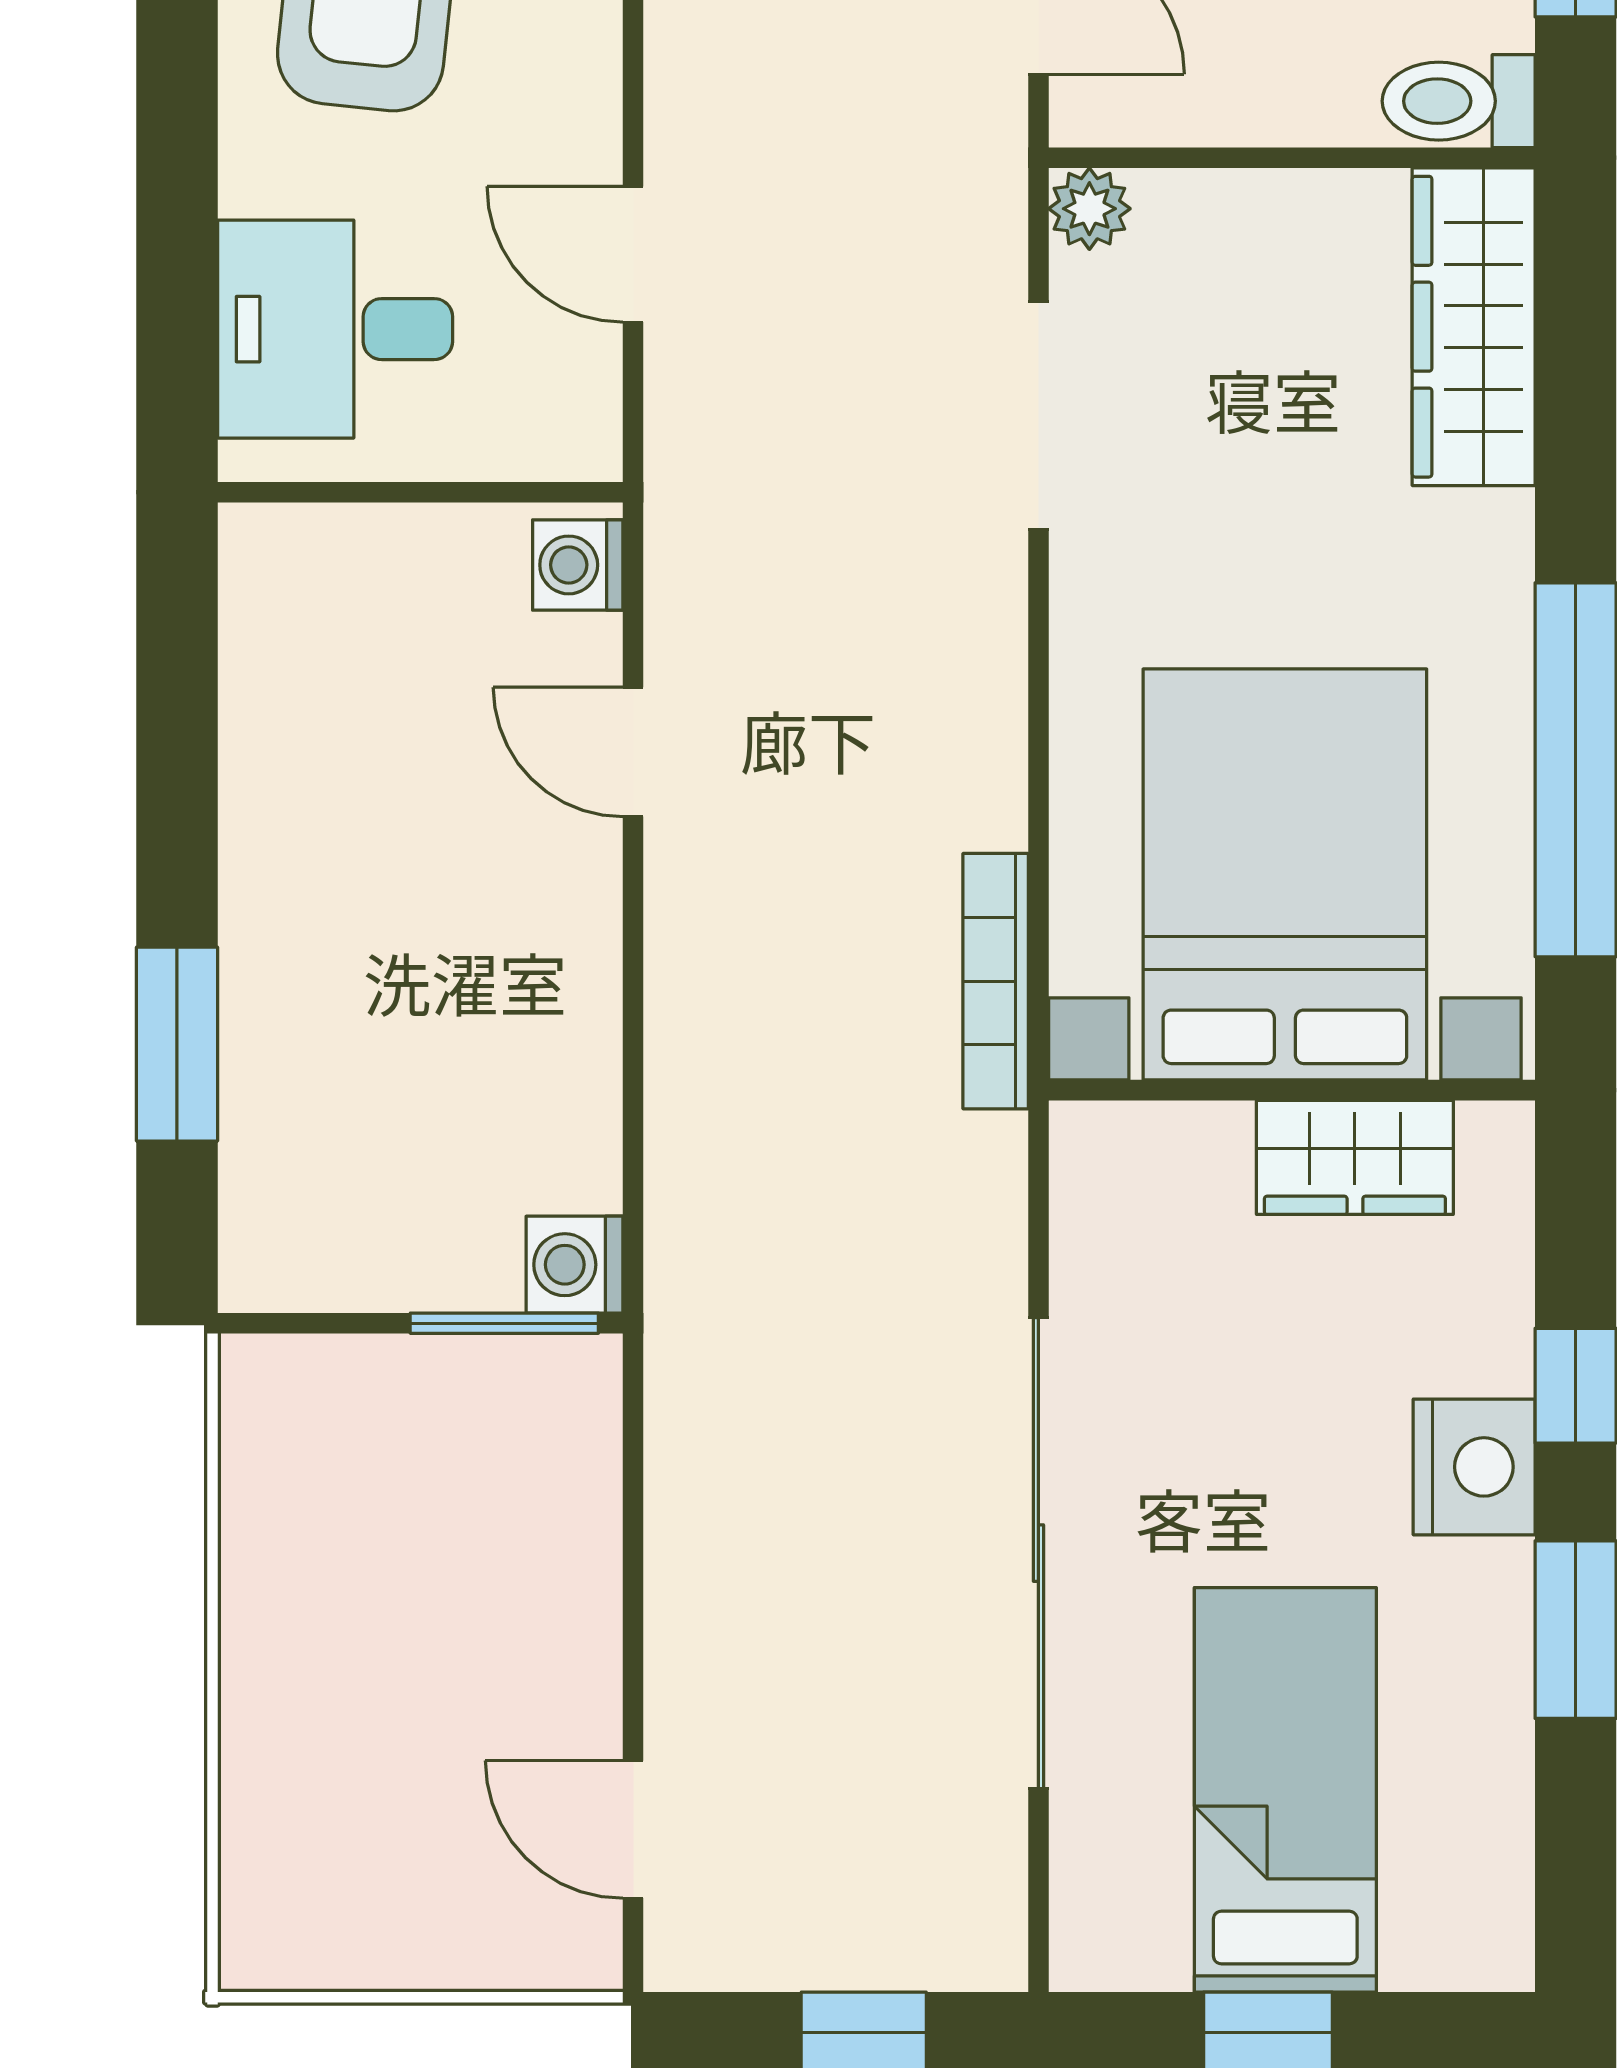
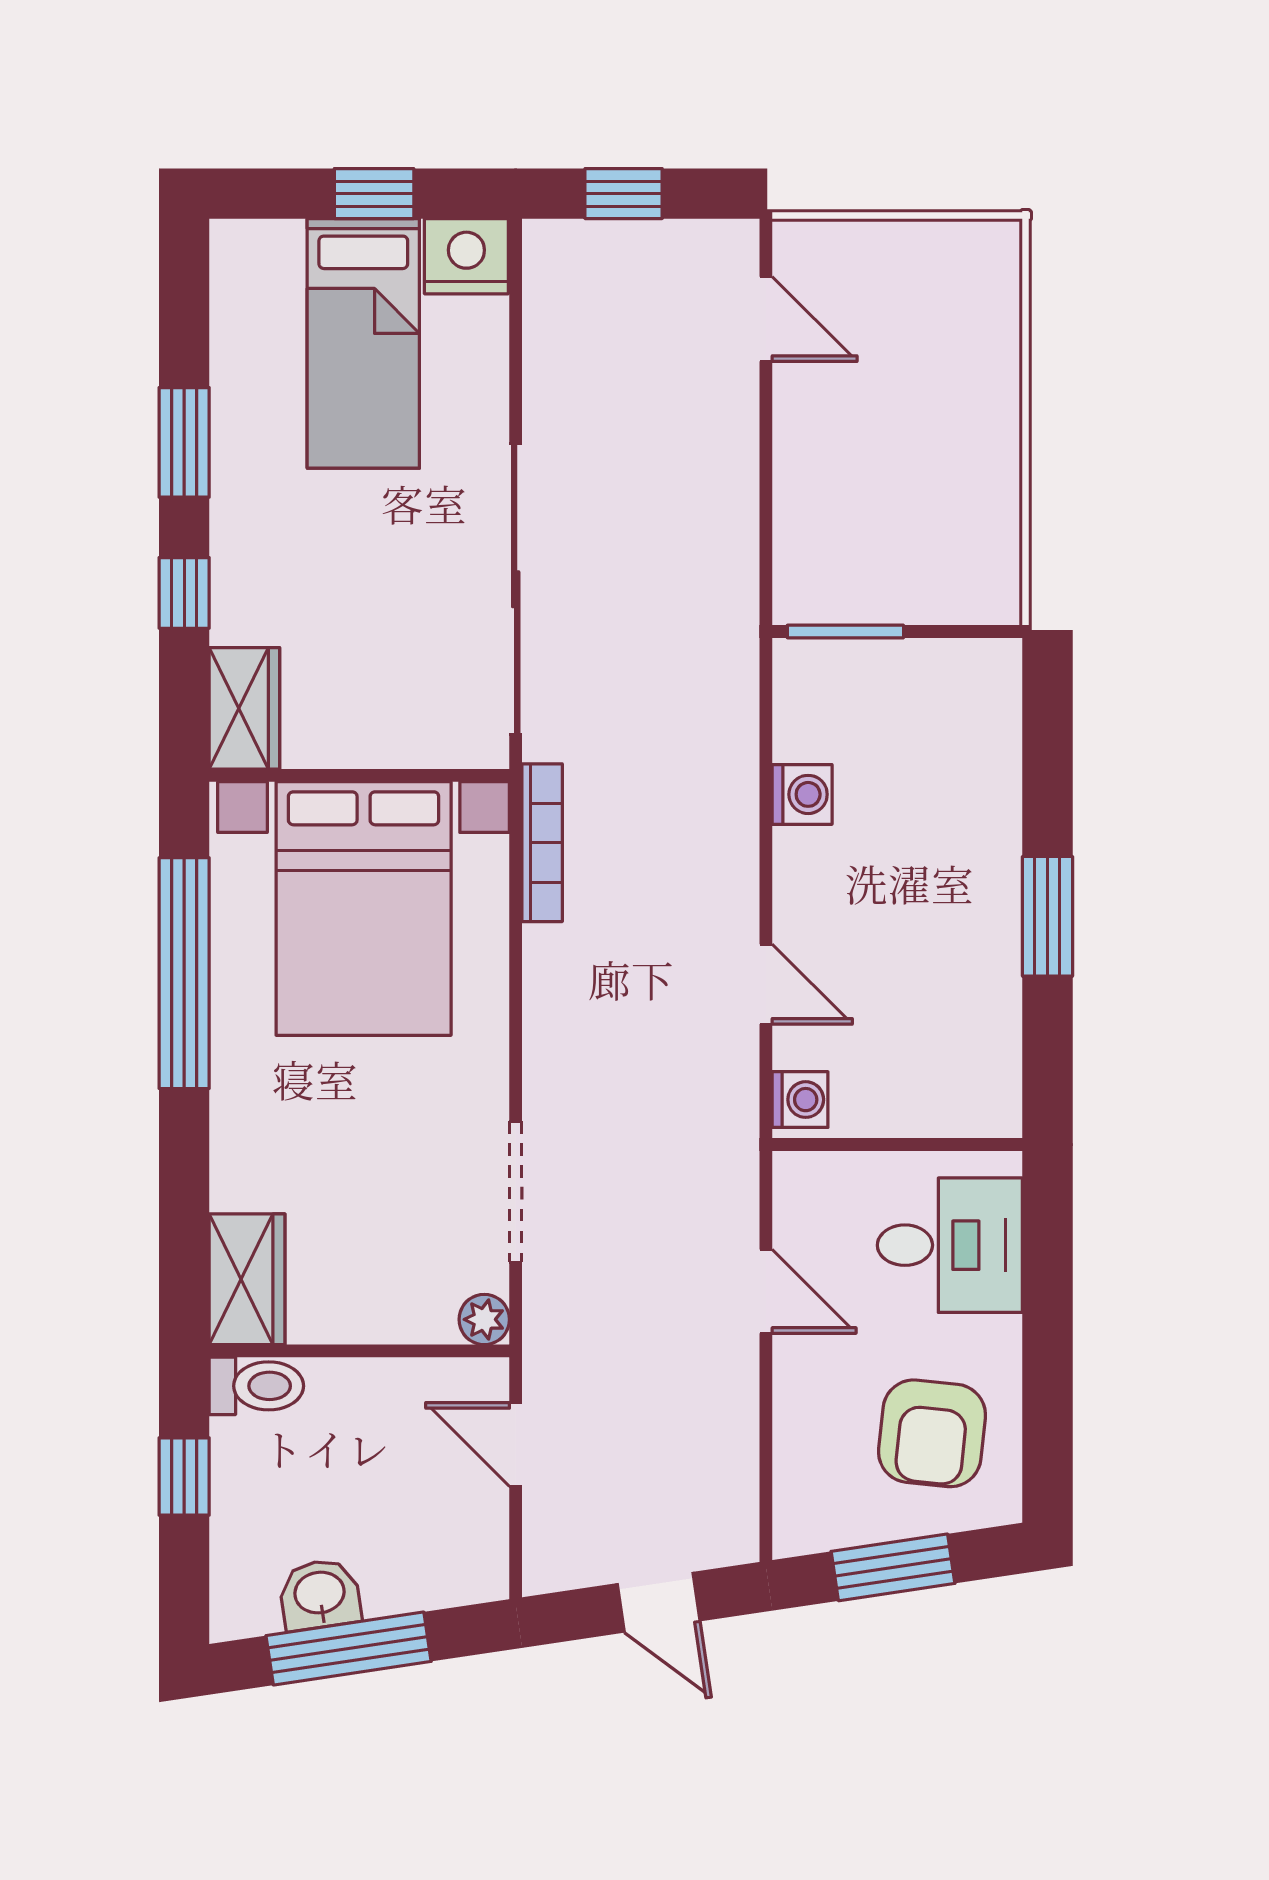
wardrobe: (1474, 327) -> (247, 1279), width x0.67
window: (177, 1044) -> (1047, 916), moved
wardrobe: (1355, 1157) -> (244, 708), moved, turned 90
washing machine: (574, 1265) -> (802, 794), moved
nightstand: (1474, 1467) -> (466, 256), moved, turned 90
sliding door: (1038, 1553) -> (516, 589), moved

